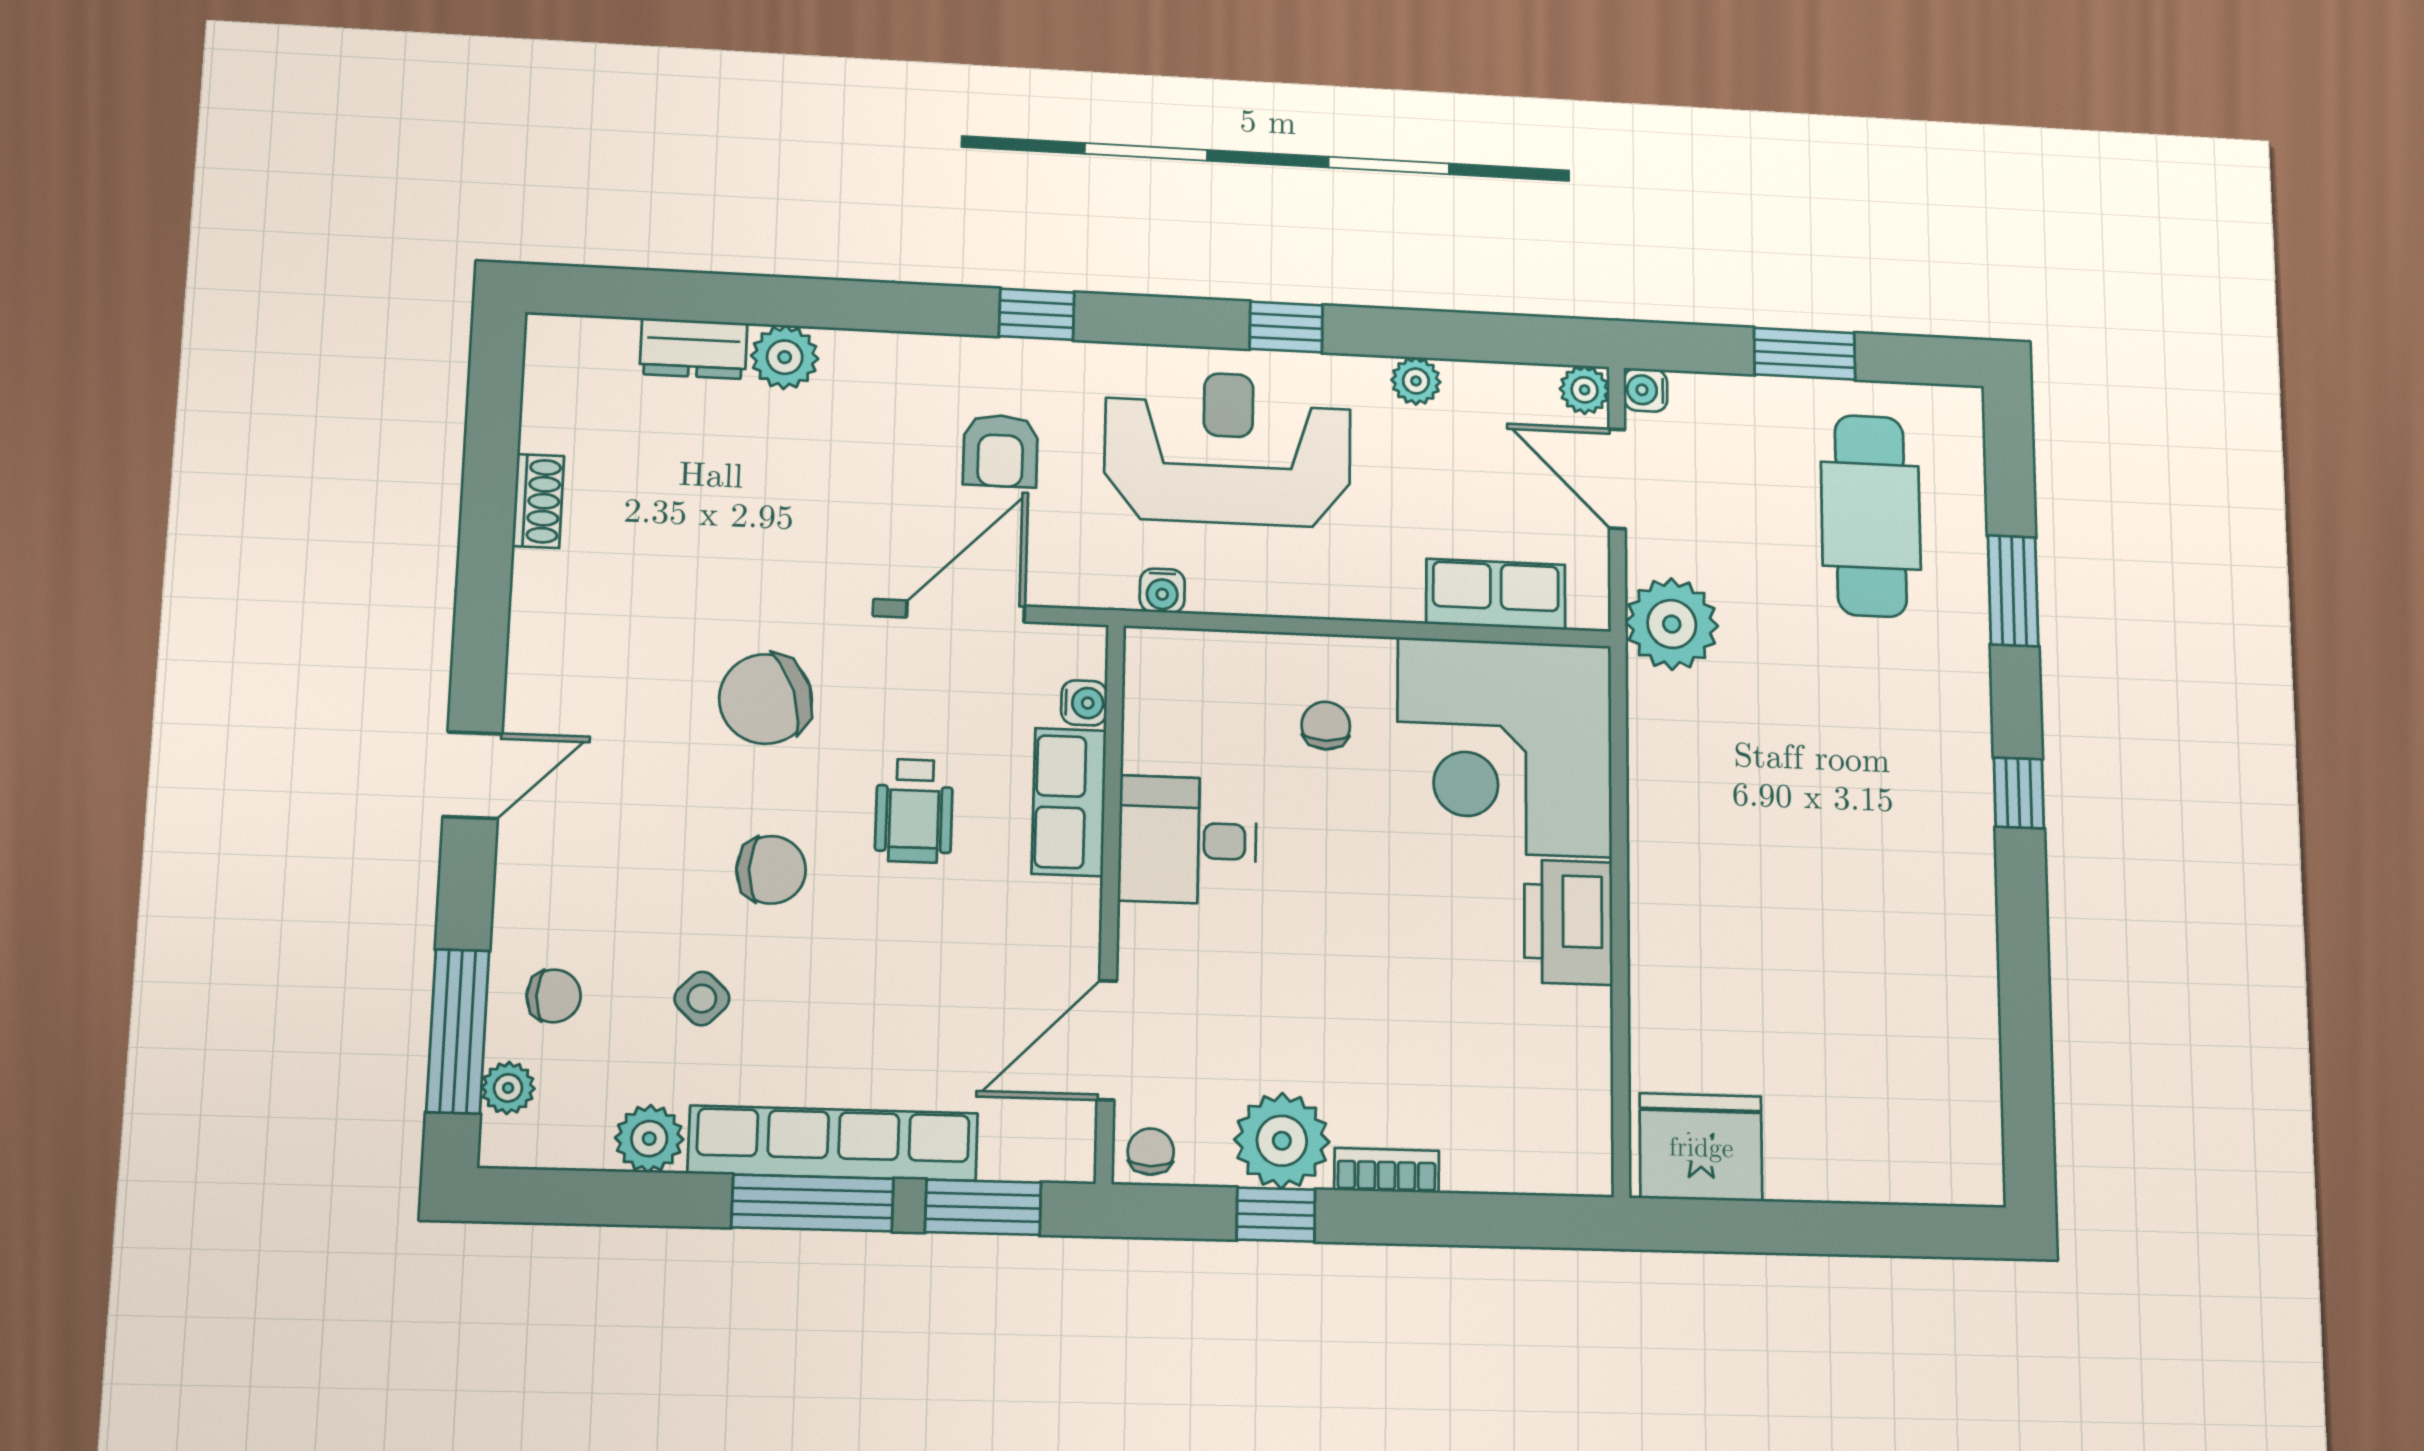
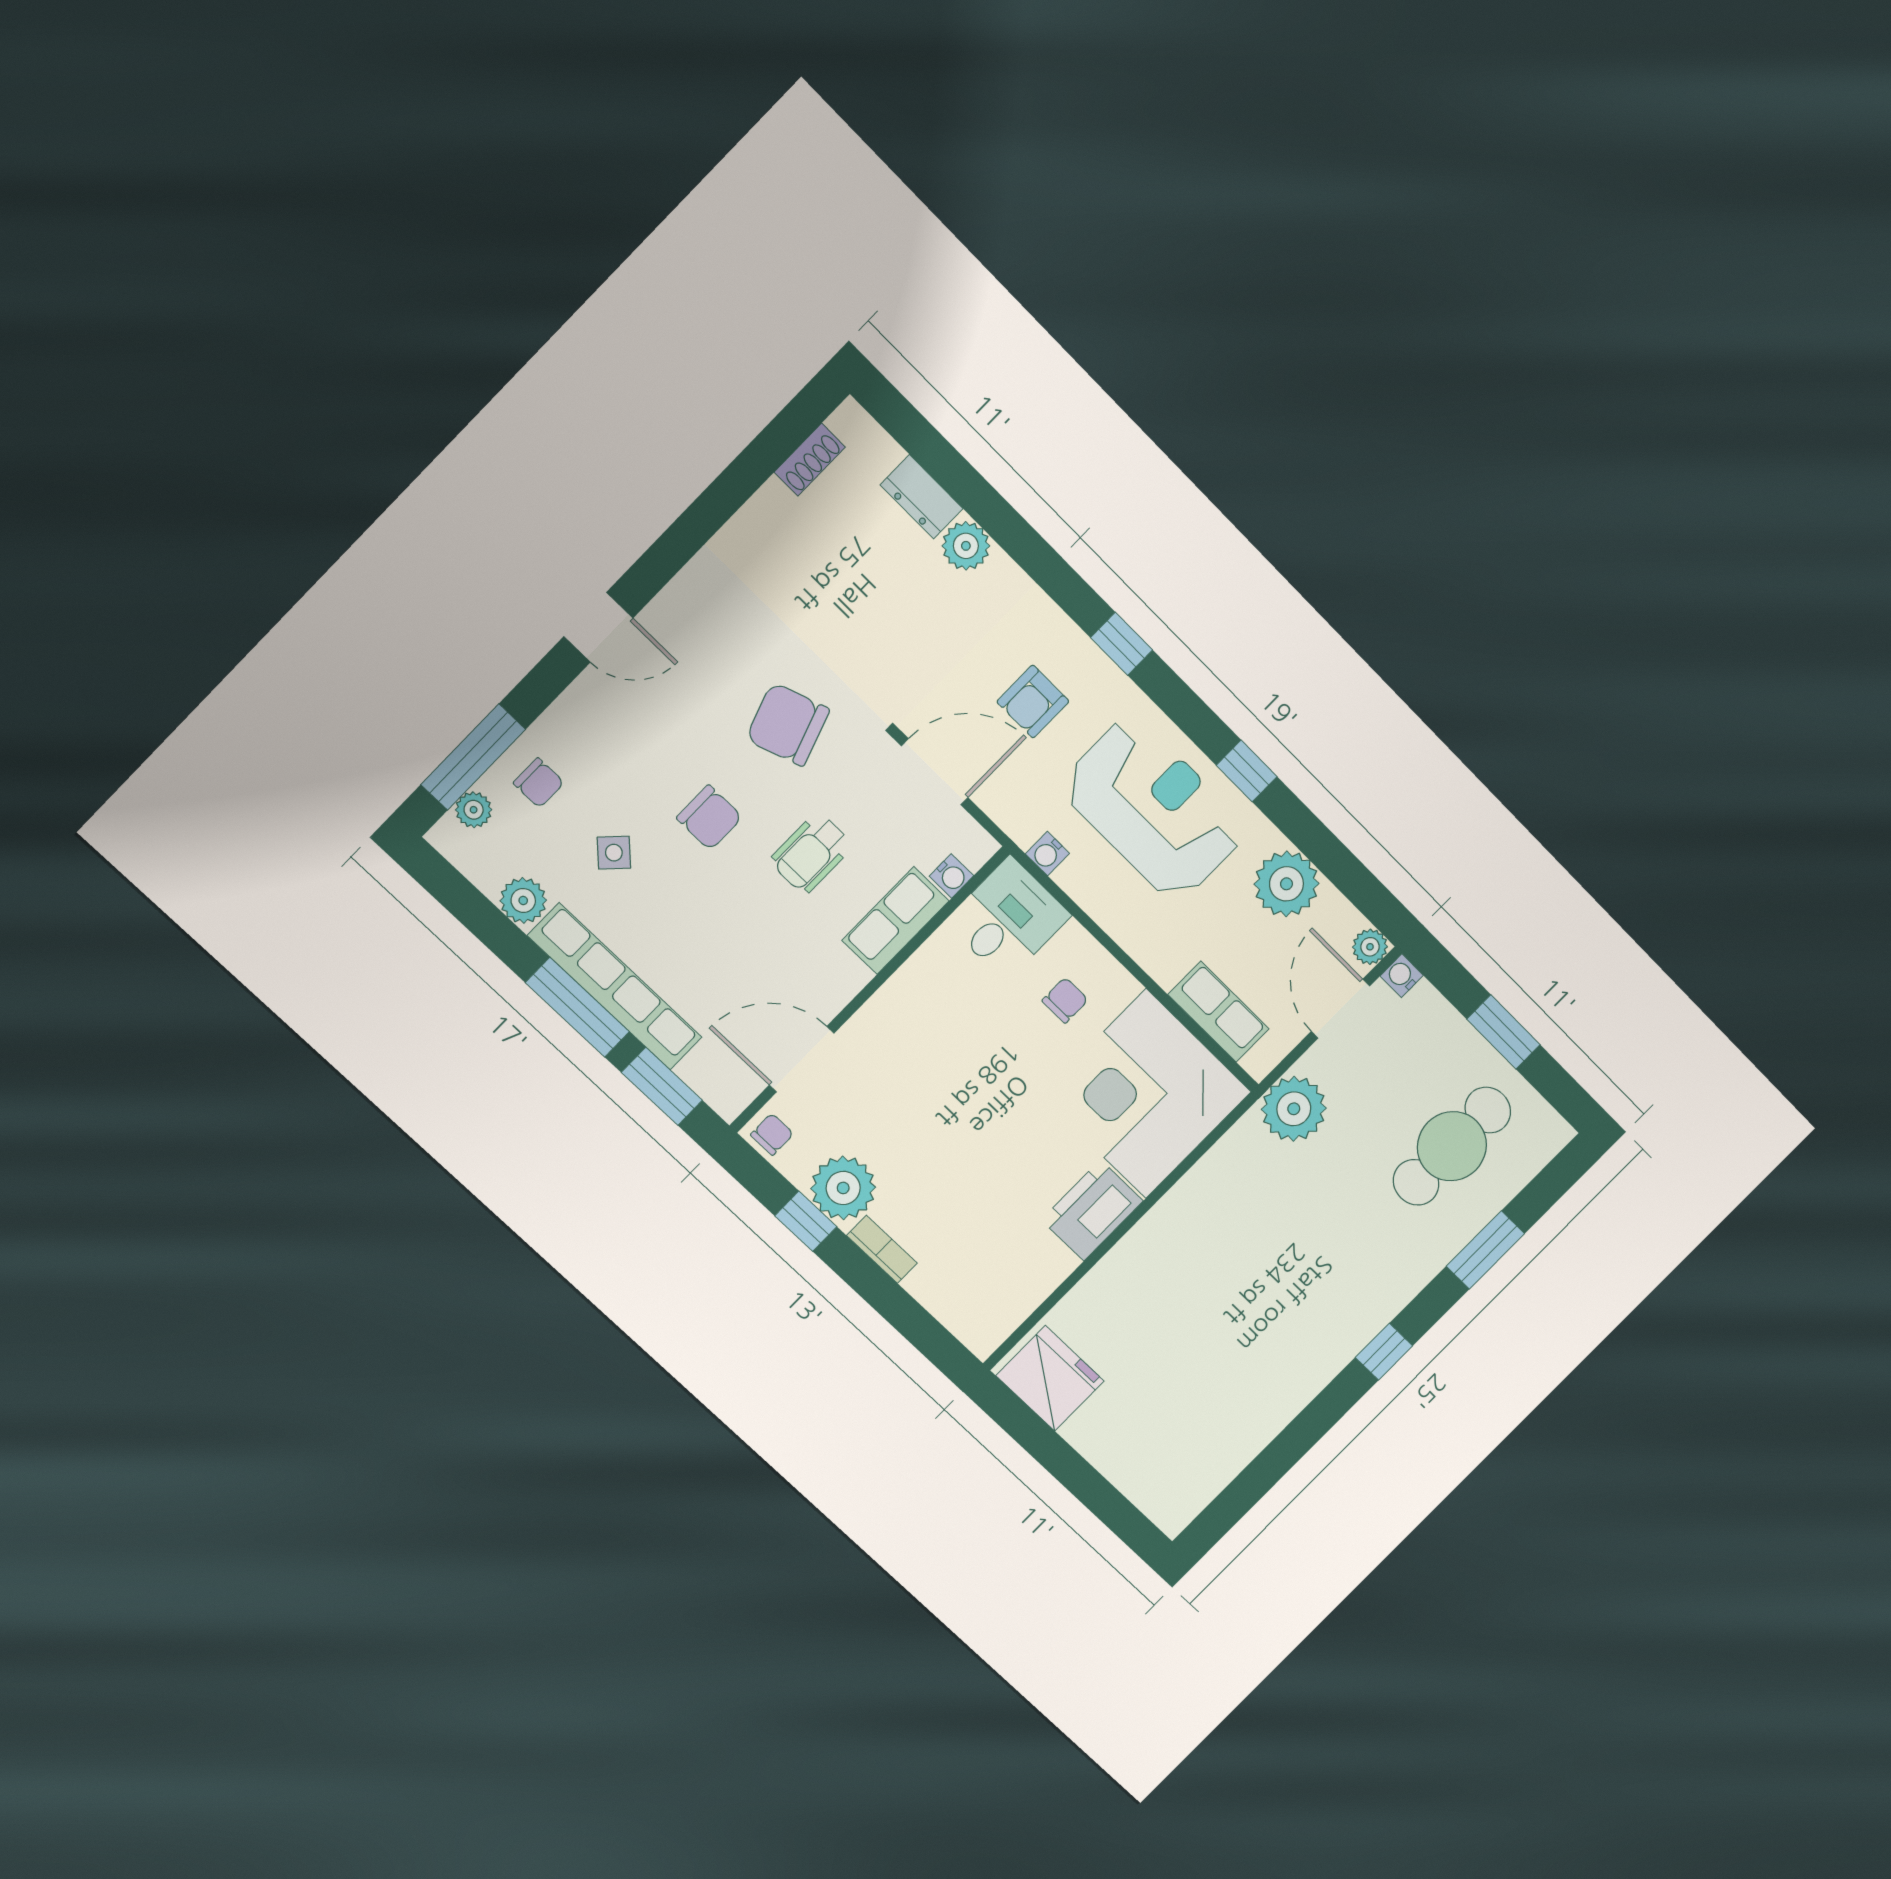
plant: (1416, 381) -> (1286, 884), width x1.88, depth x1.88
shoe rack: (538, 501) -> (810, 460), moved
desk: (1188, 840) -> (1008, 919), moved, turned 90

